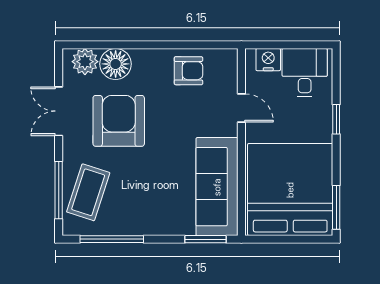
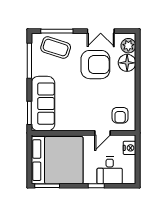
armchair: (188, 71) -> (120, 115), moved
desk: (305, 73) -> (110, 170), moved, turned 90
double door: (59, 111) -> (101, 31), swing flipped
sofa: (217, 187) -> (43, 104), moved, turned 90

